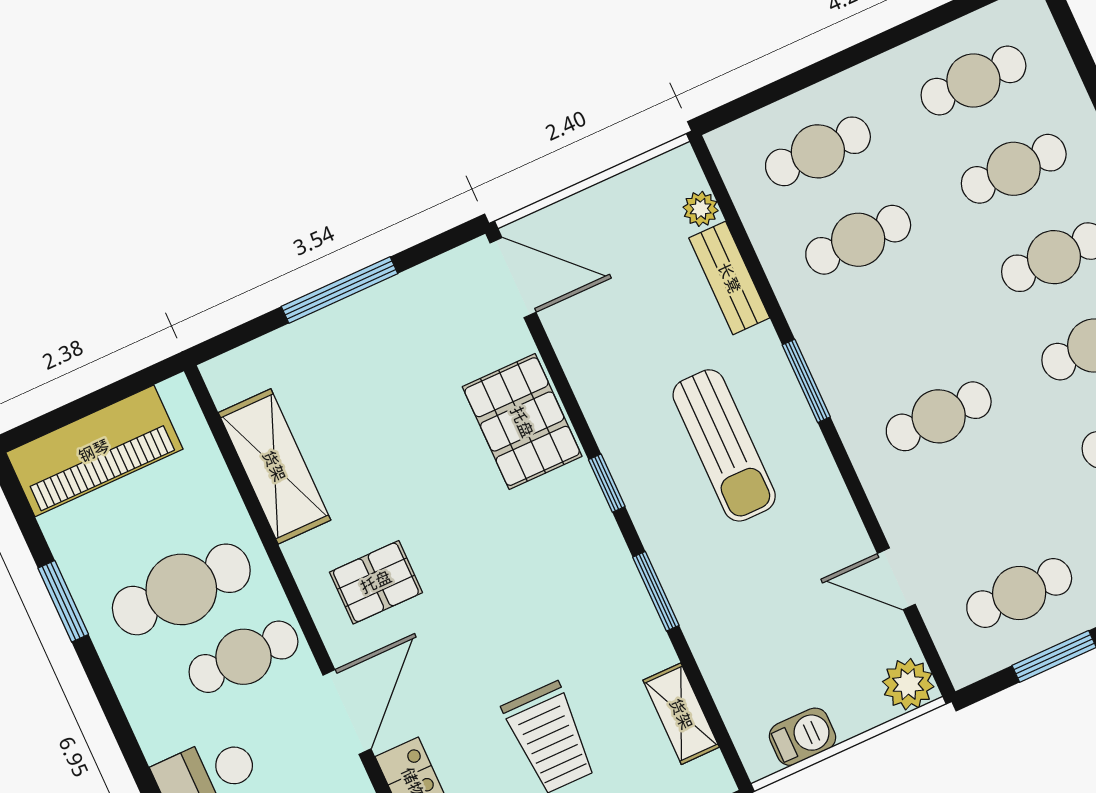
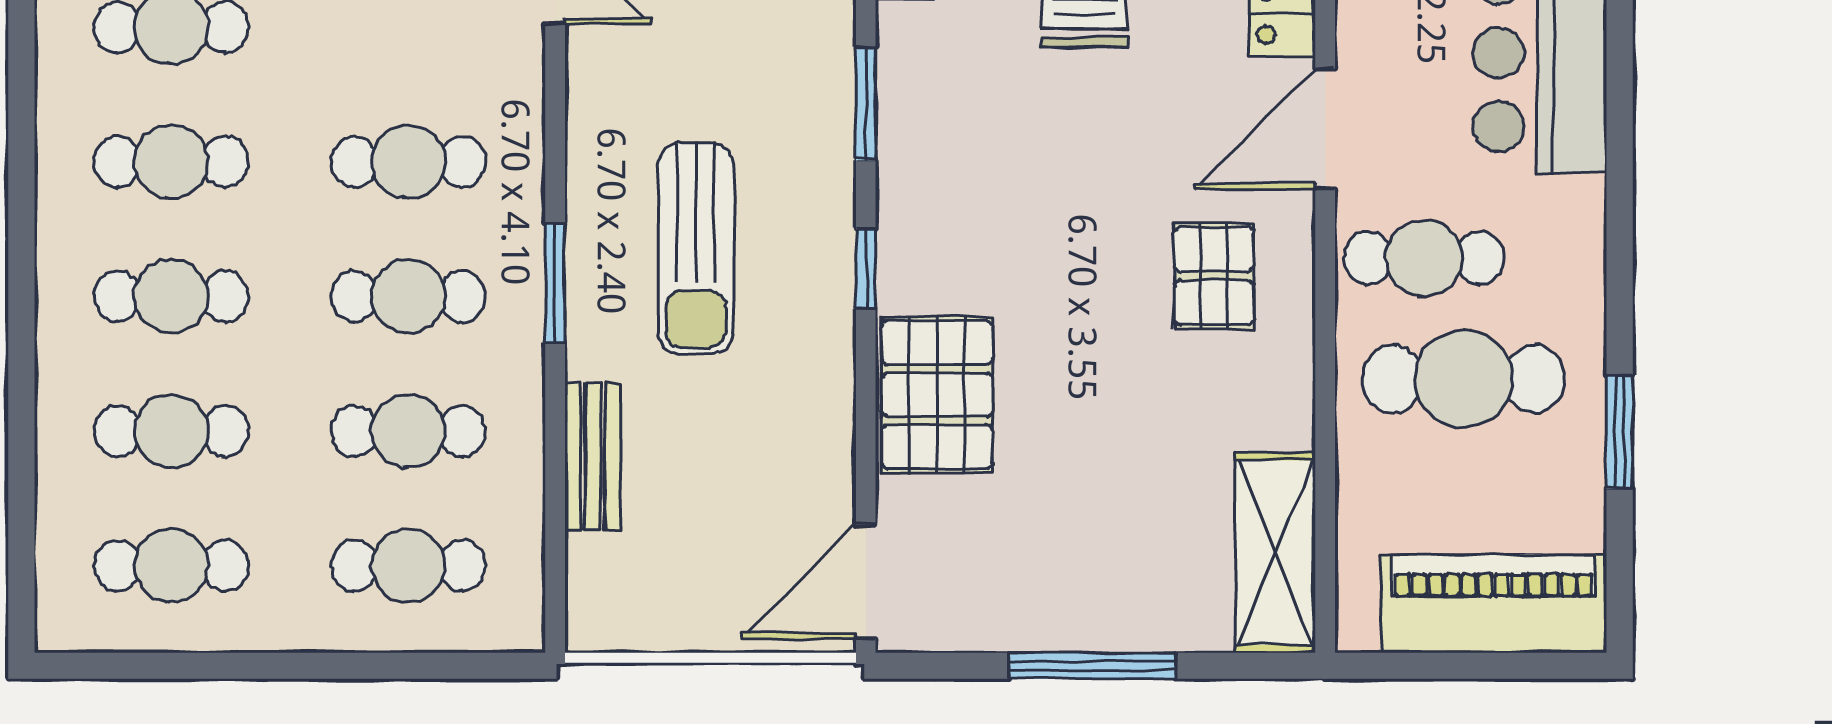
plant: (701, 209) -> (590, 560), removed
door: (513, 278) -> (866, 582), hinge flipped
cafe table: (898, 328) -> (408, 296), added
sun lounger: (724, 445) -> (696, 248), turned 180
shelving: (274, 466) -> (1275, 553), moved
pallet: (376, 582) -> (1214, 276), turned 90

